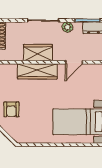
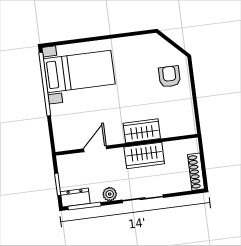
wardrobe: (37, 71) -> (142, 131), width x0.67

